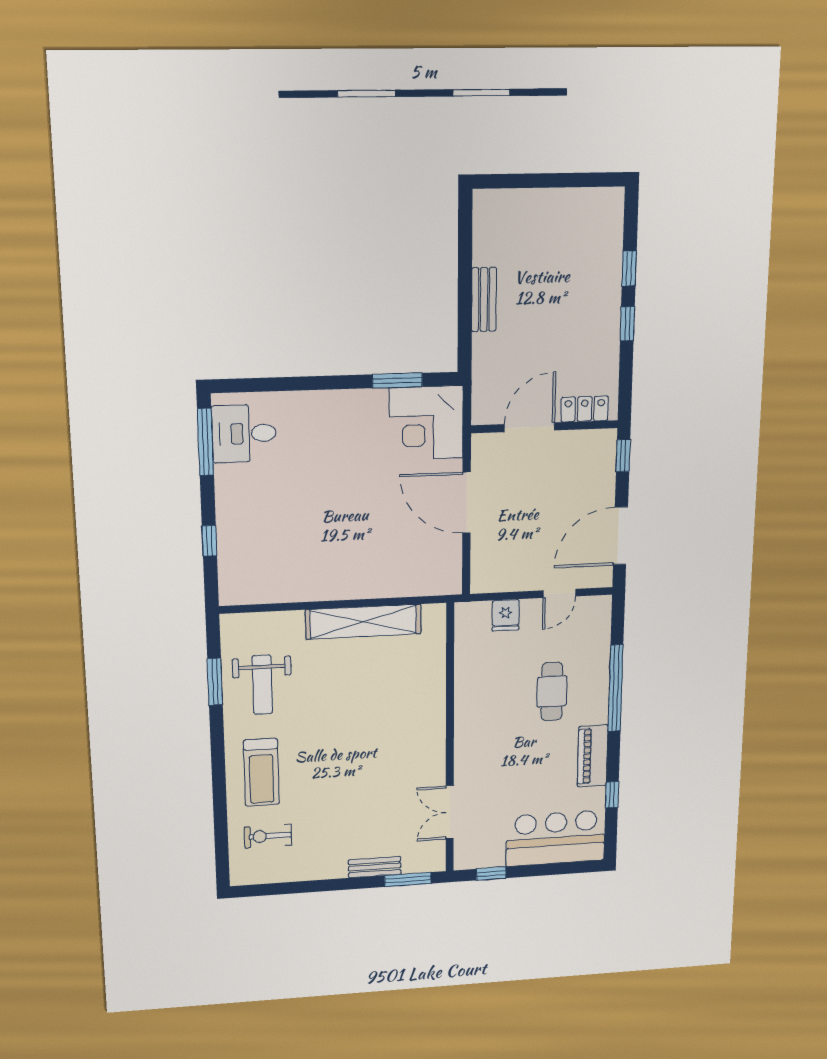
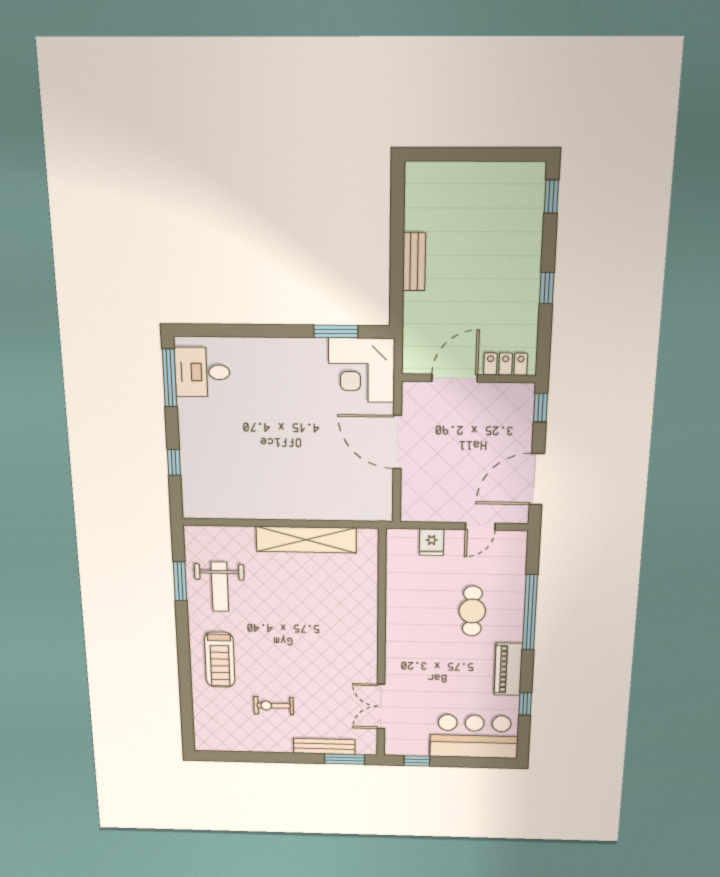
window: (629, 268) -> (551, 197), moved
exercise bike: (268, 836) -> (274, 706), moved
bench: (375, 867) -> (324, 746), width x1.36

